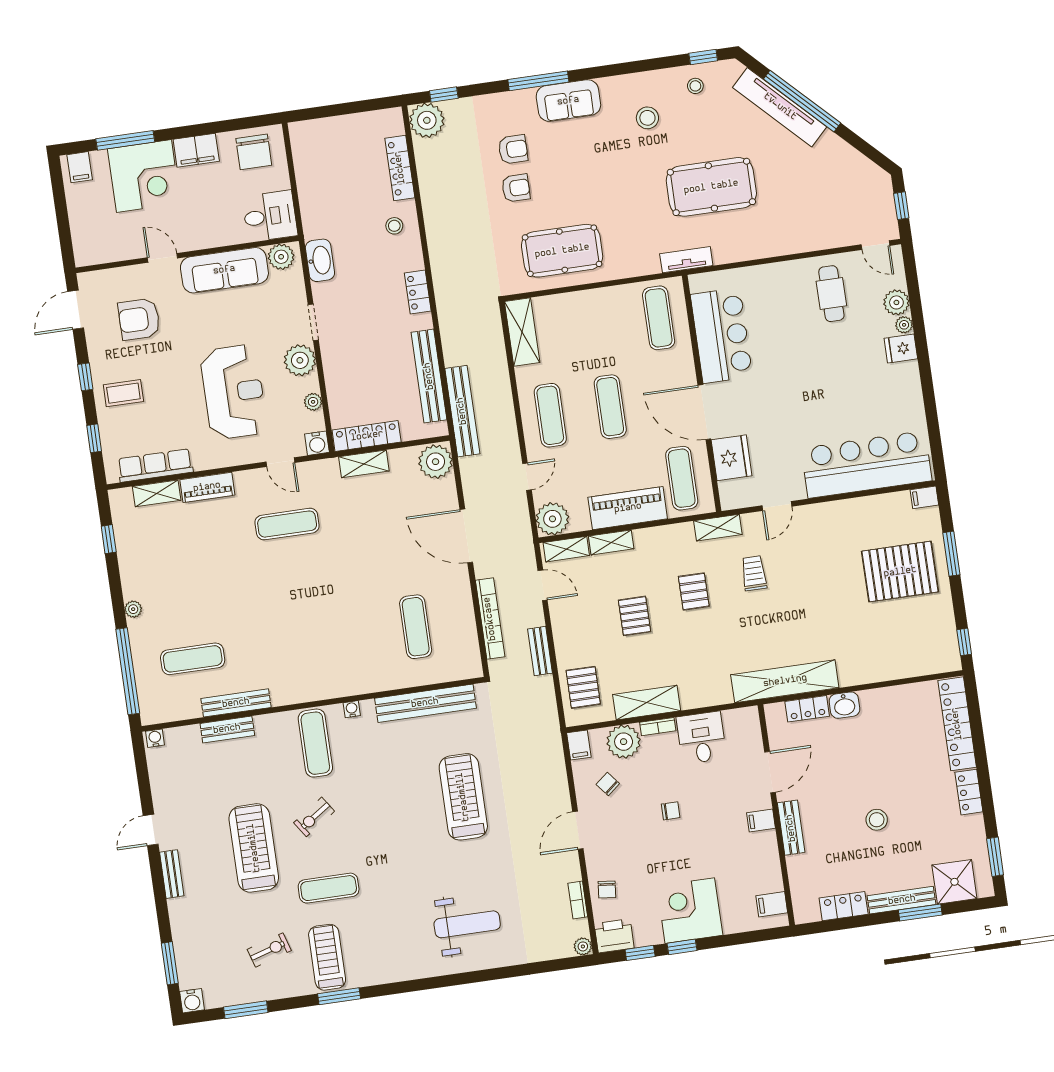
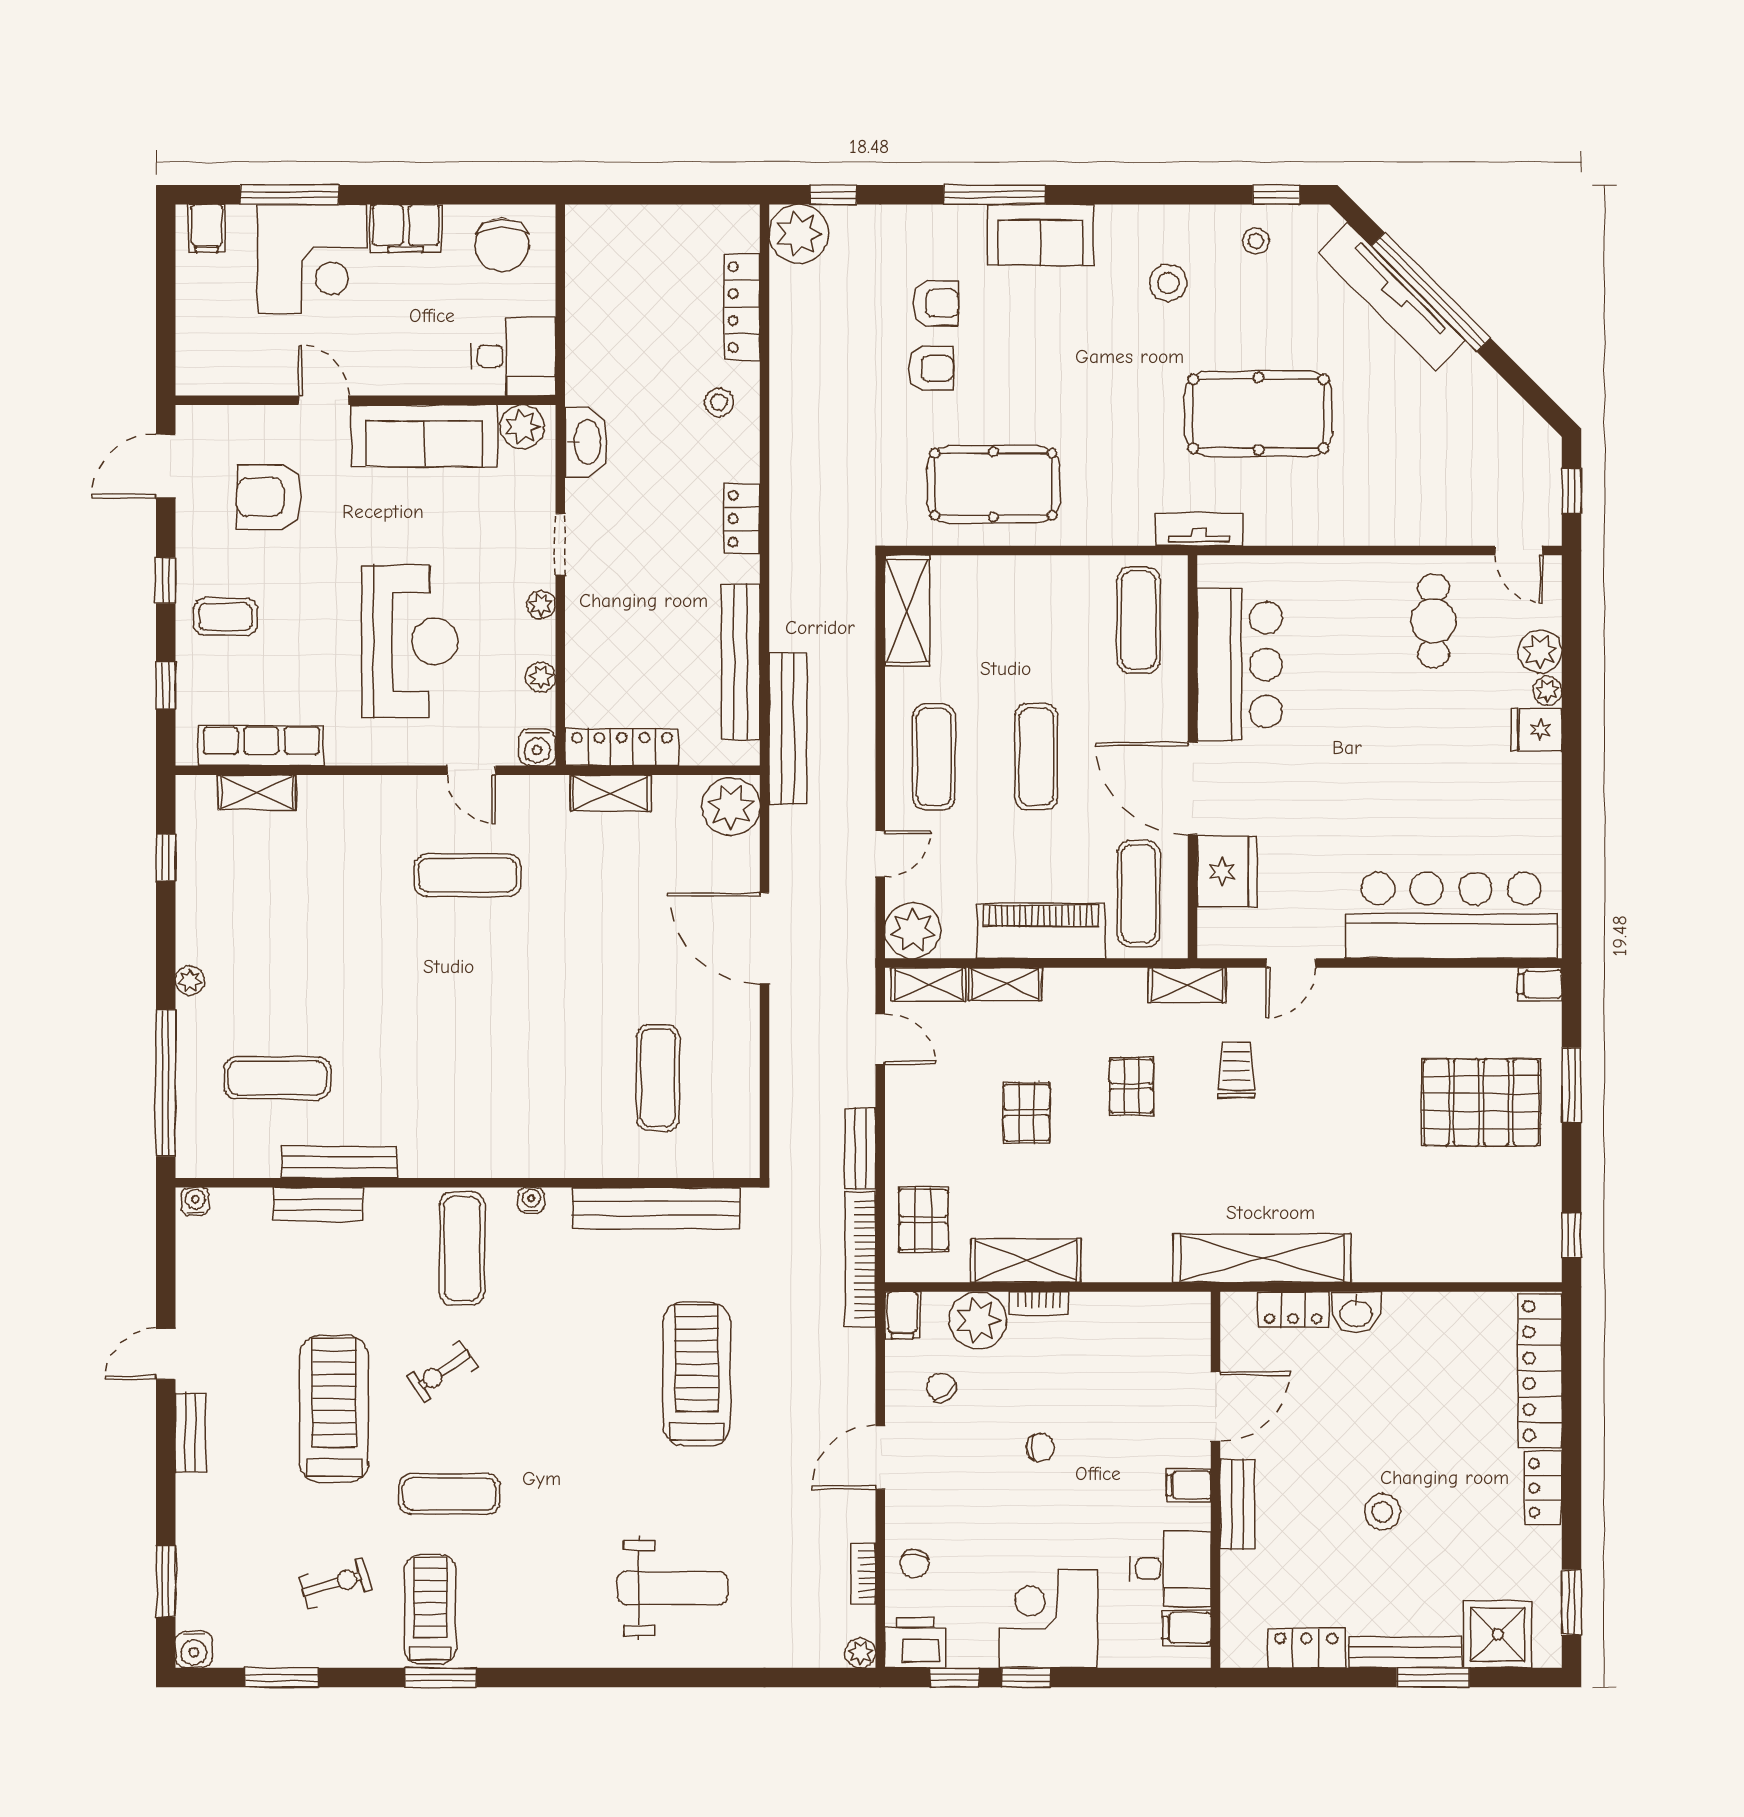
plant: (300, 360) -> (541, 605), width x0.53, depth x0.53
piano: (207, 487) -> (343, 795), removed
bookcase: (490, 619) -> (860, 1259), moved, turned 180
desk: (701, 738) -> (1170, 1569), moved, turned 90

